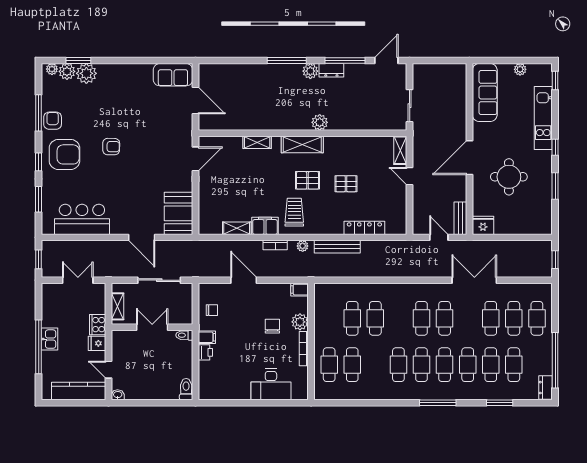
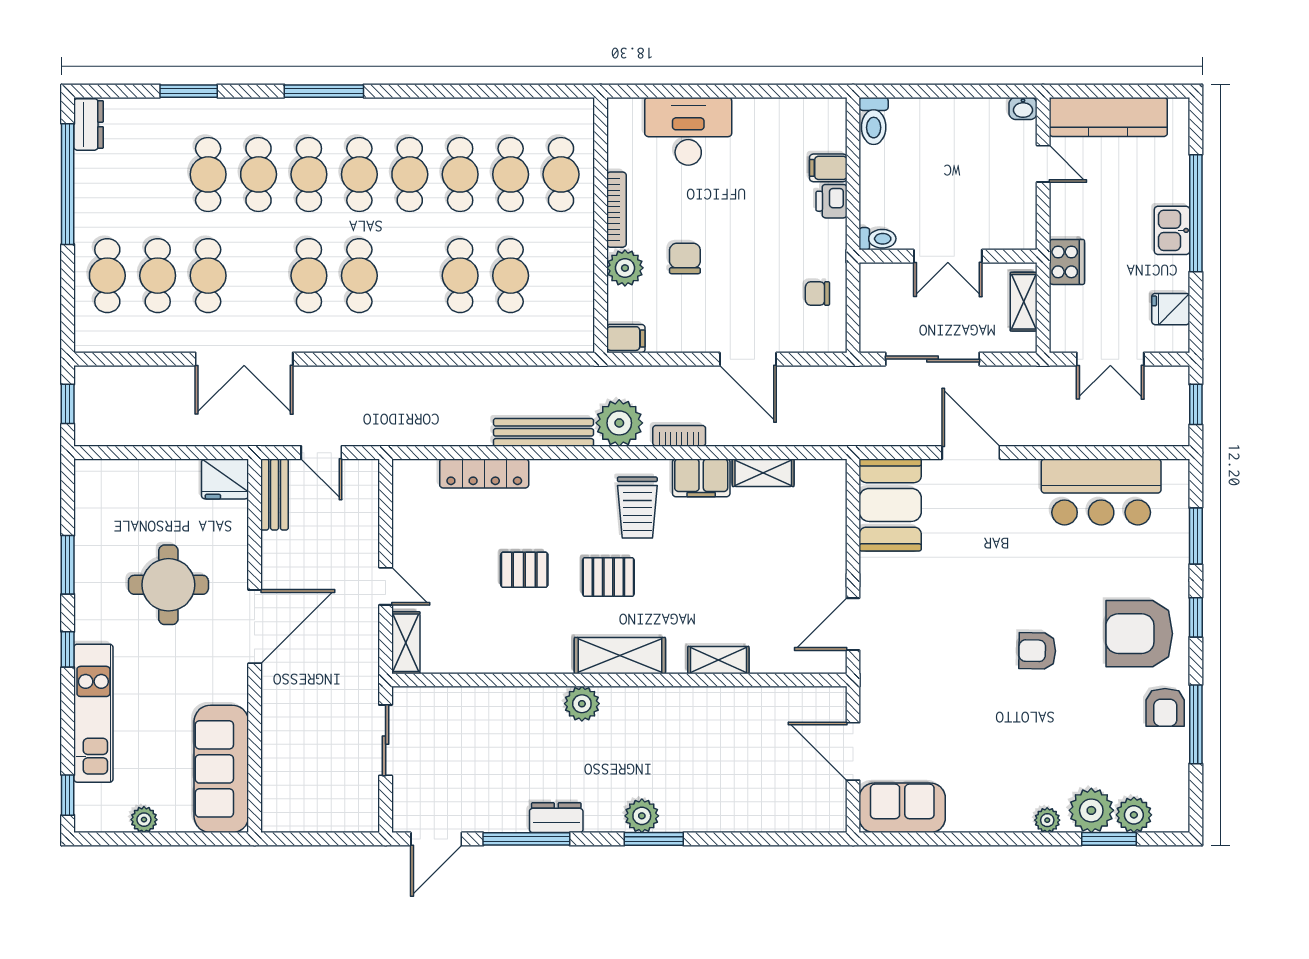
window: (287, 60) -> (654, 839), width x0.69
plant: (52, 69) -> (1047, 820), moved
plant: (310, 71) -> (642, 816), moved
plant: (303, 246) -> (619, 423), width x1.88, depth x1.88
chair: (272, 326) -> (685, 258), turned 180
filing cabinet: (207, 337) -> (828, 168), moved
fridge: (97, 343) -> (1171, 309), moved, turned 180
cafe table: (514, 365) -> (460, 174), moved

